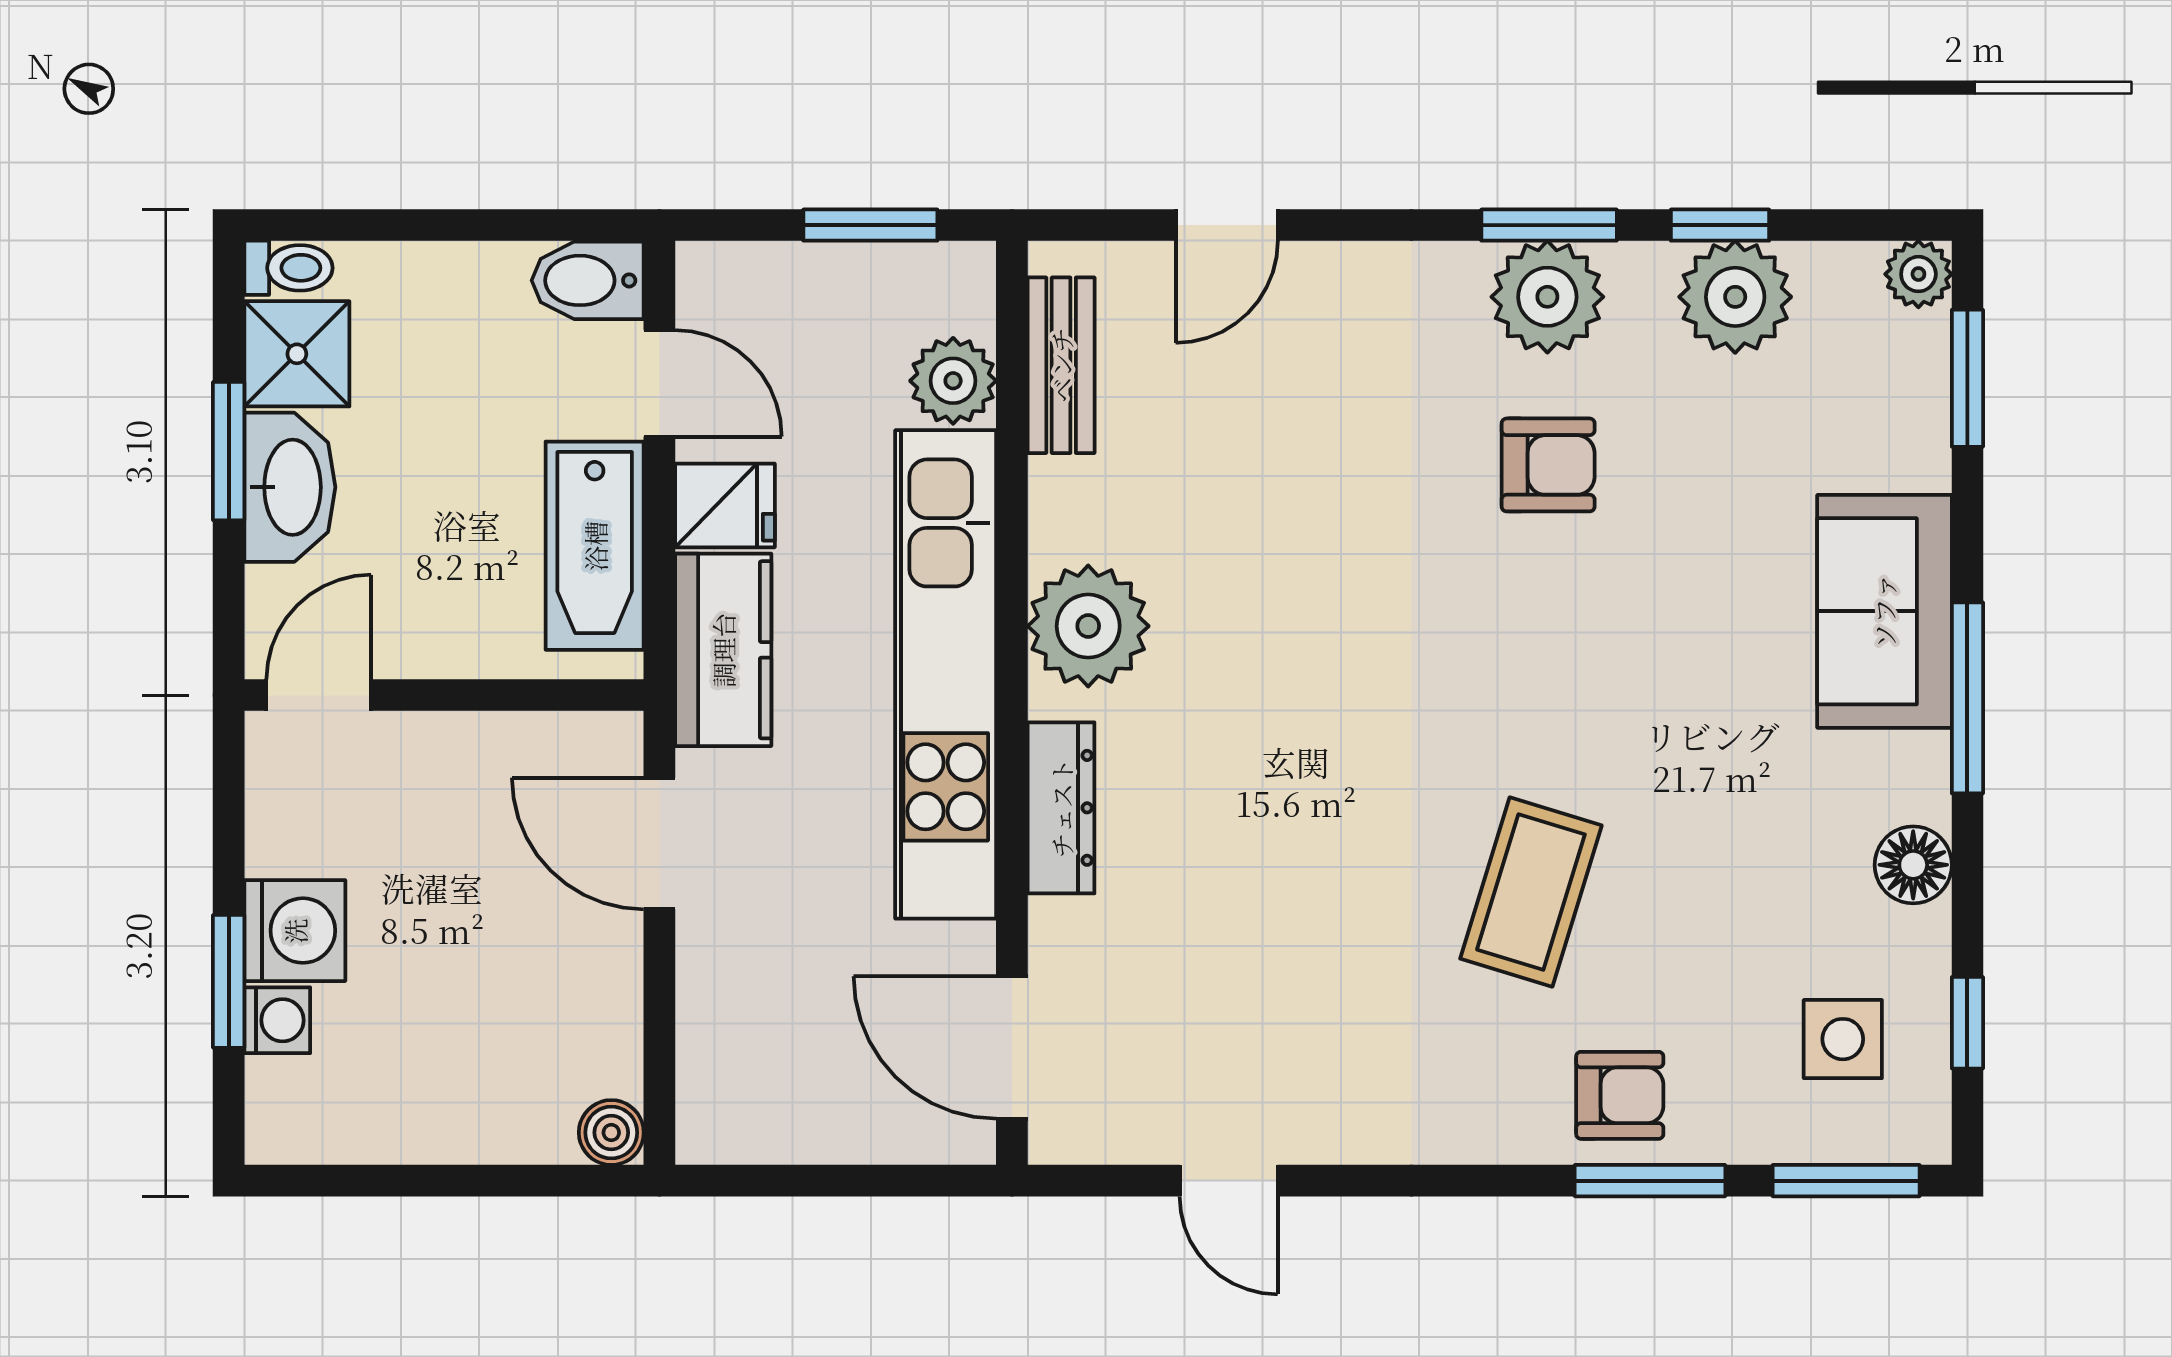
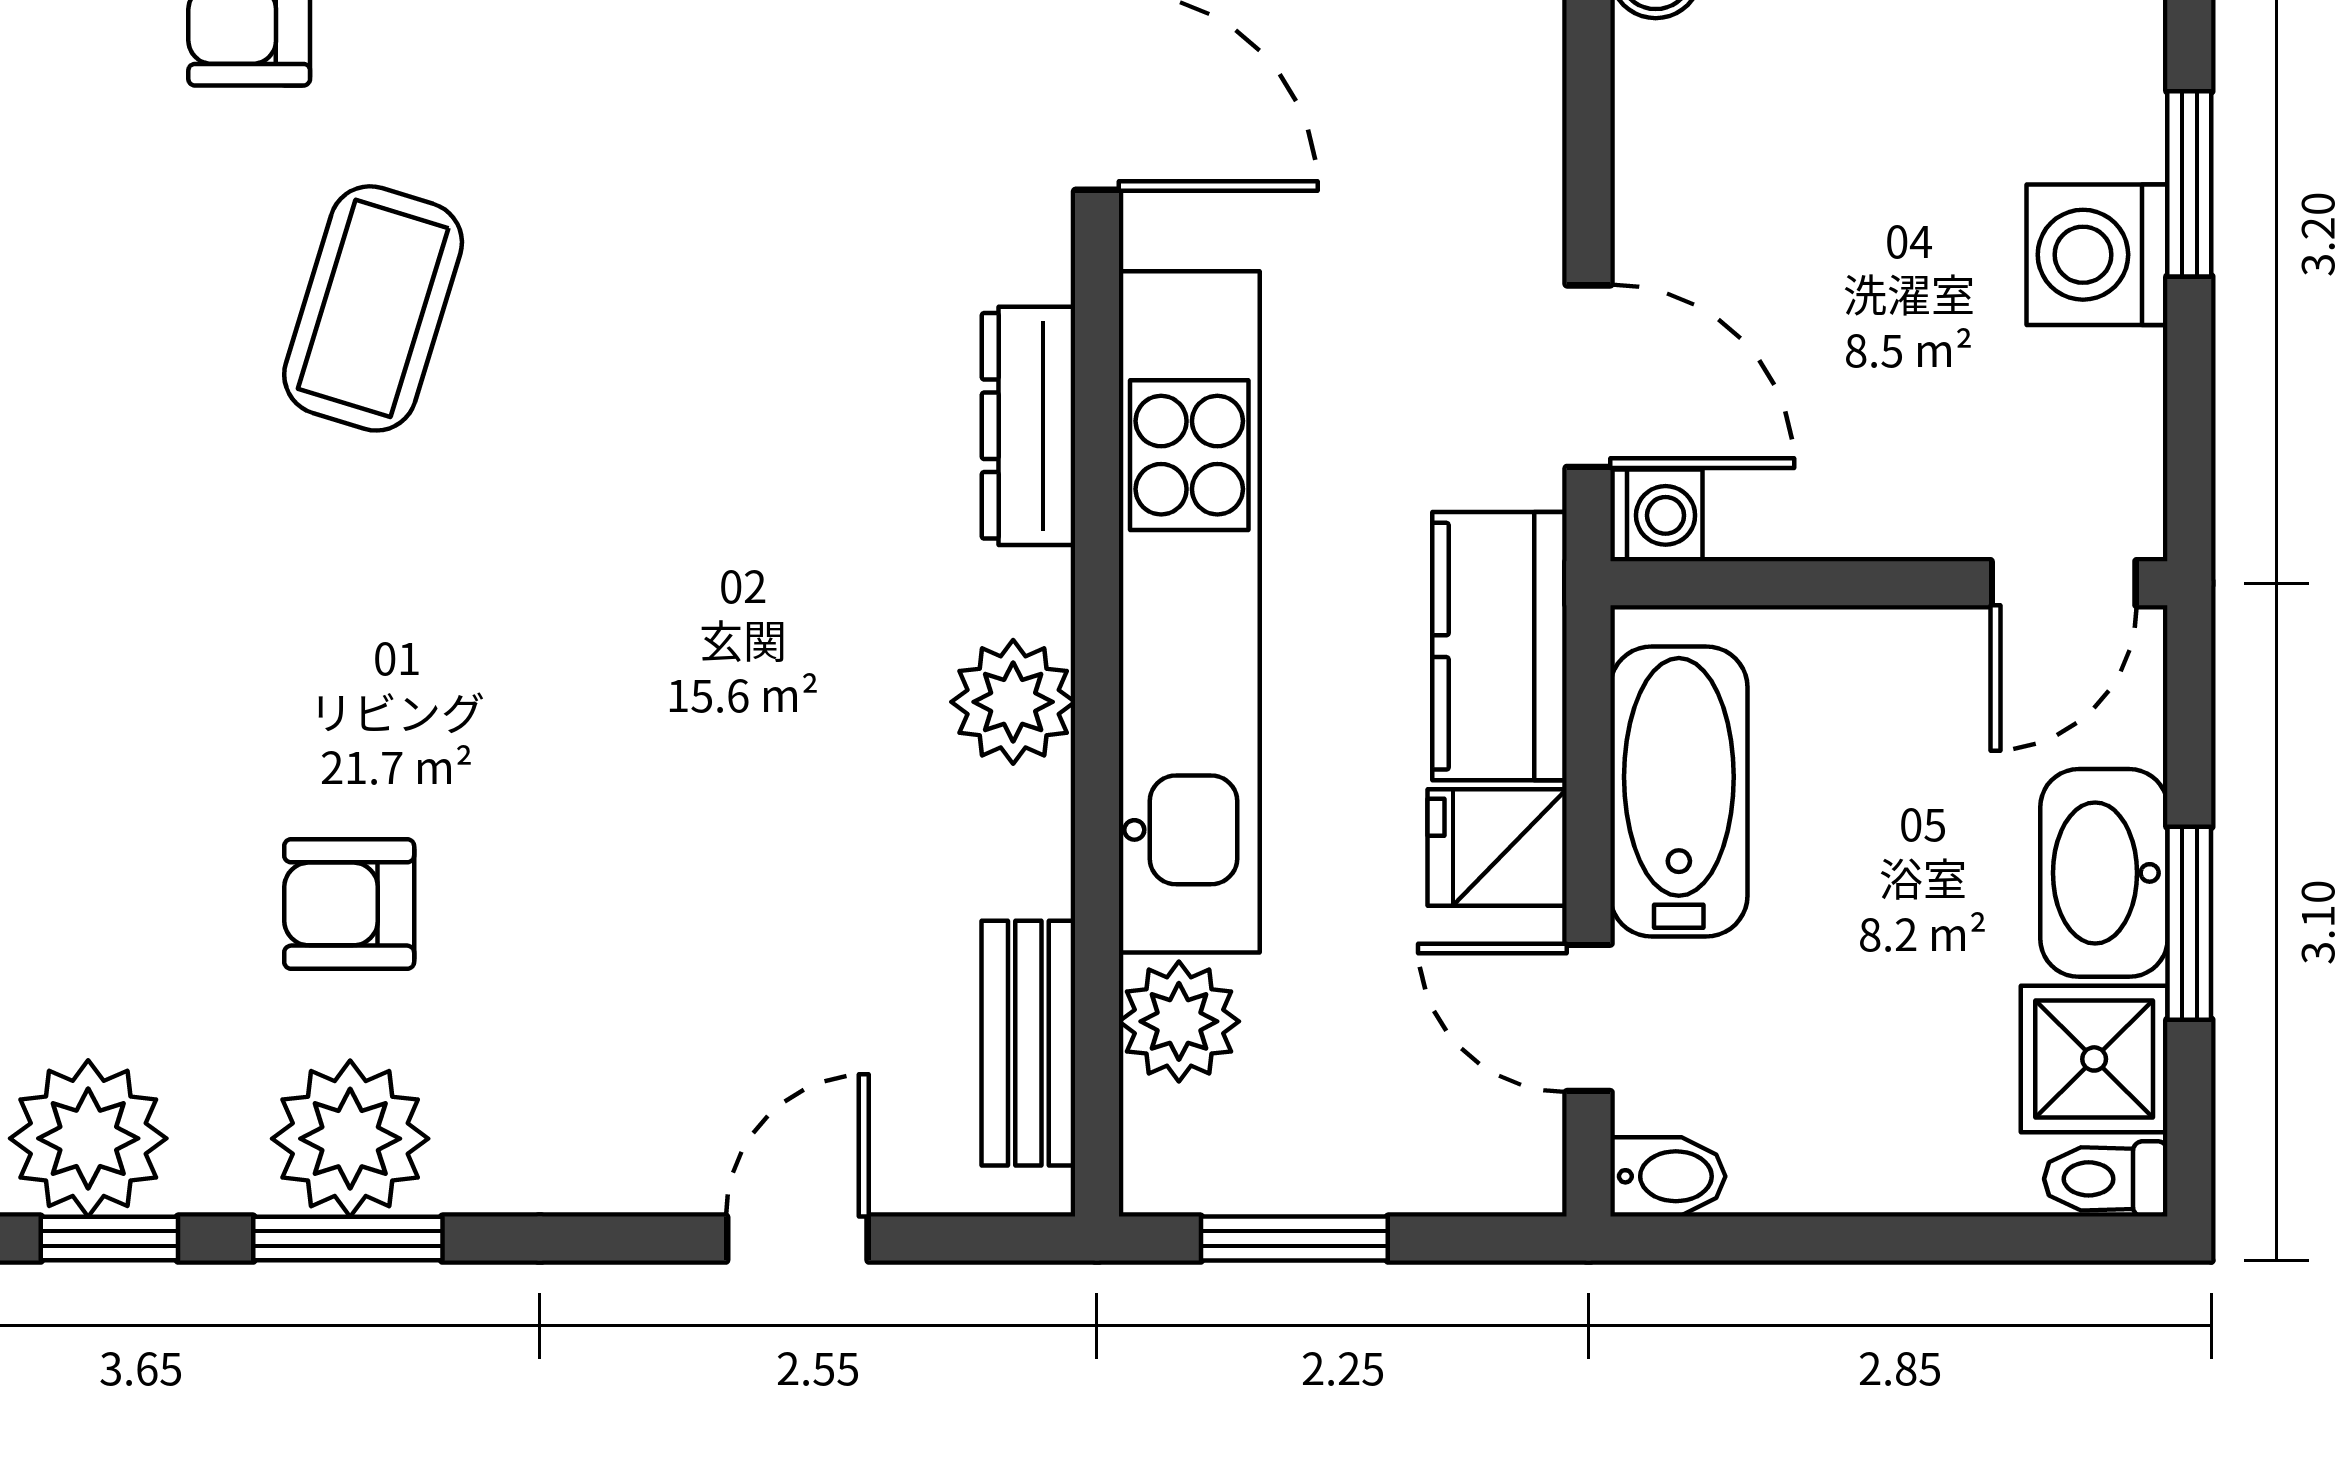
bidet: (588, 280) -> (1668, 1176), width x0.72, depth x0.74
plant: (1088, 626) -> (1013, 702), width x0.73, depth x0.73
washing machine: (277, 1020) -> (1656, 515), moved, turned 180

